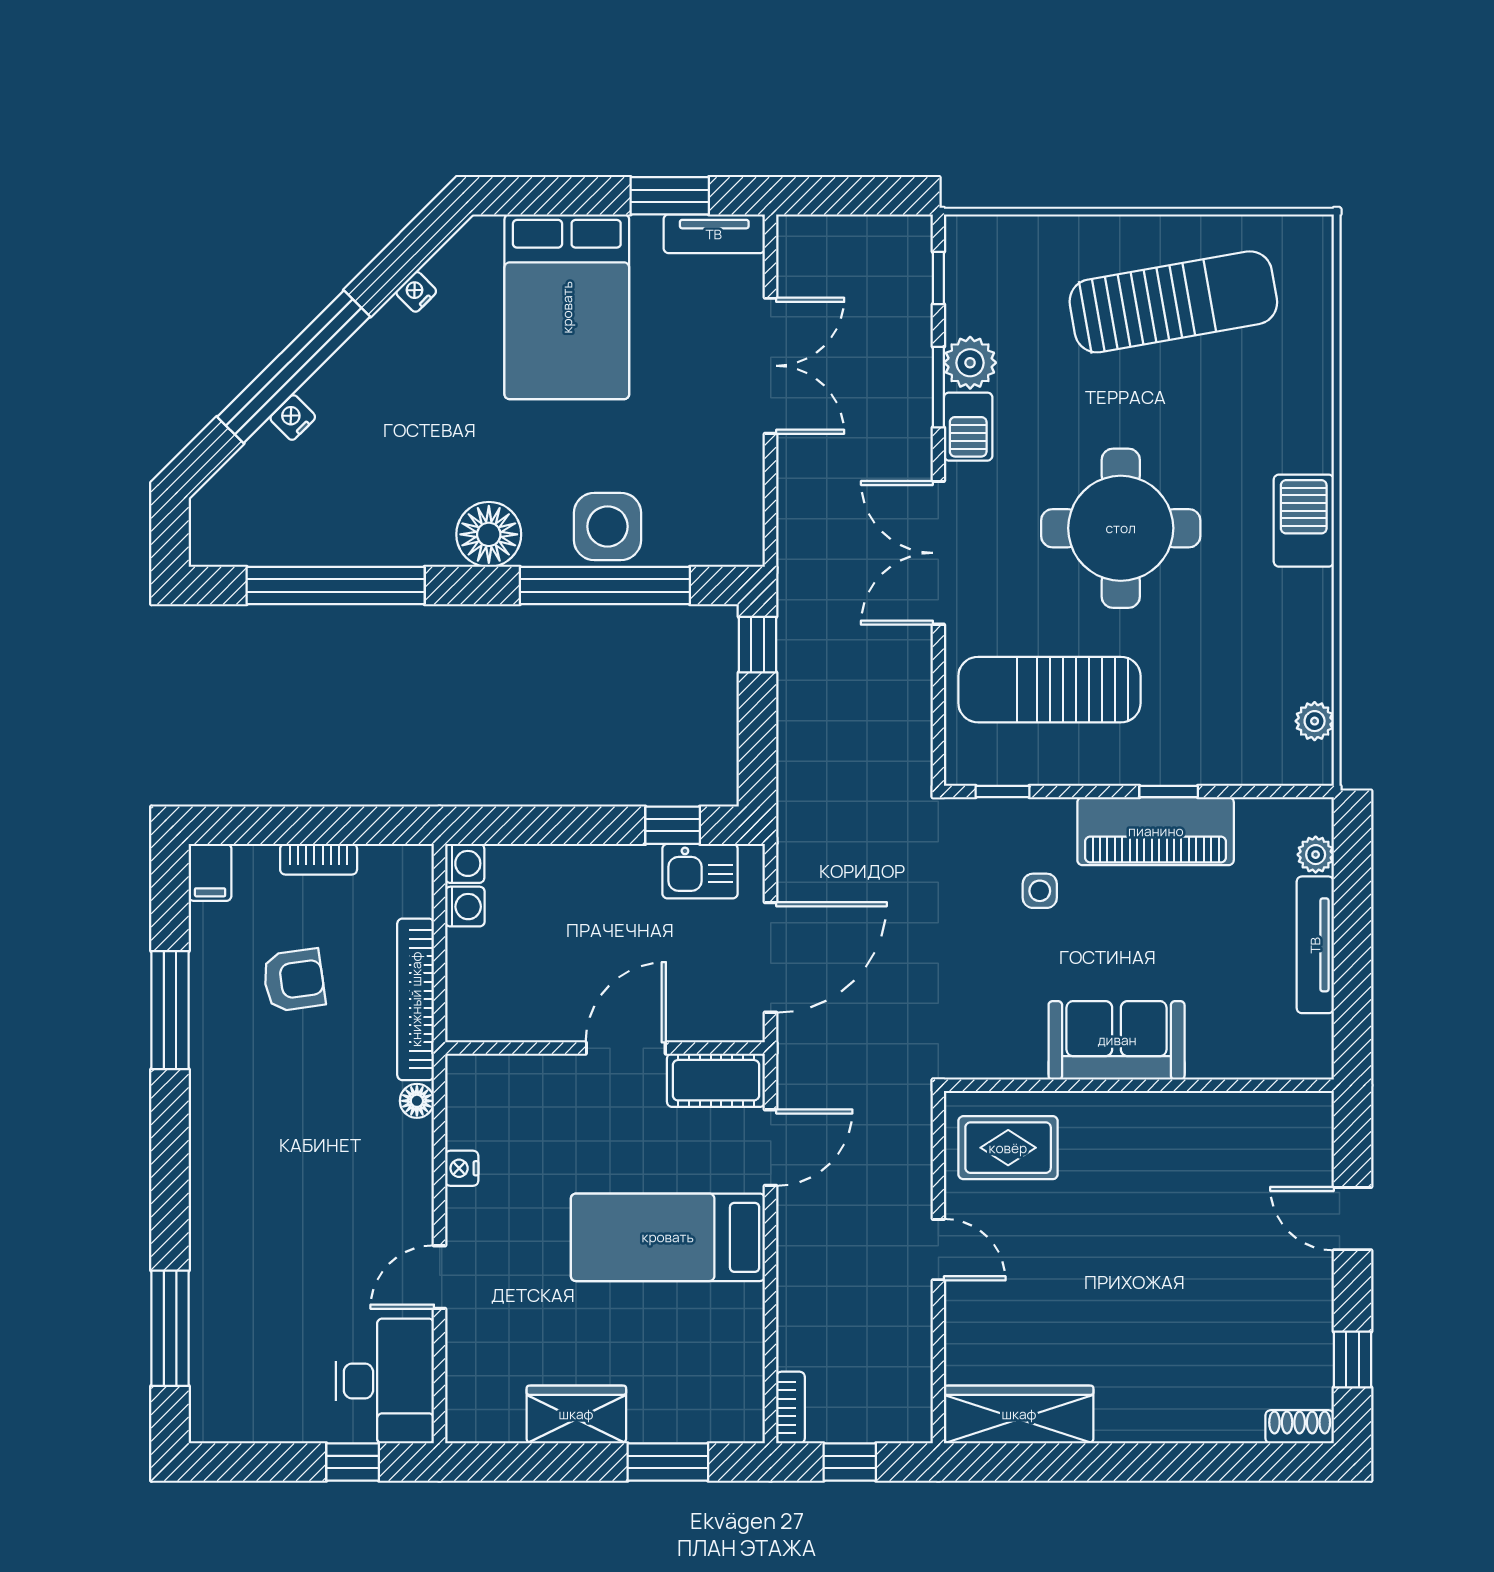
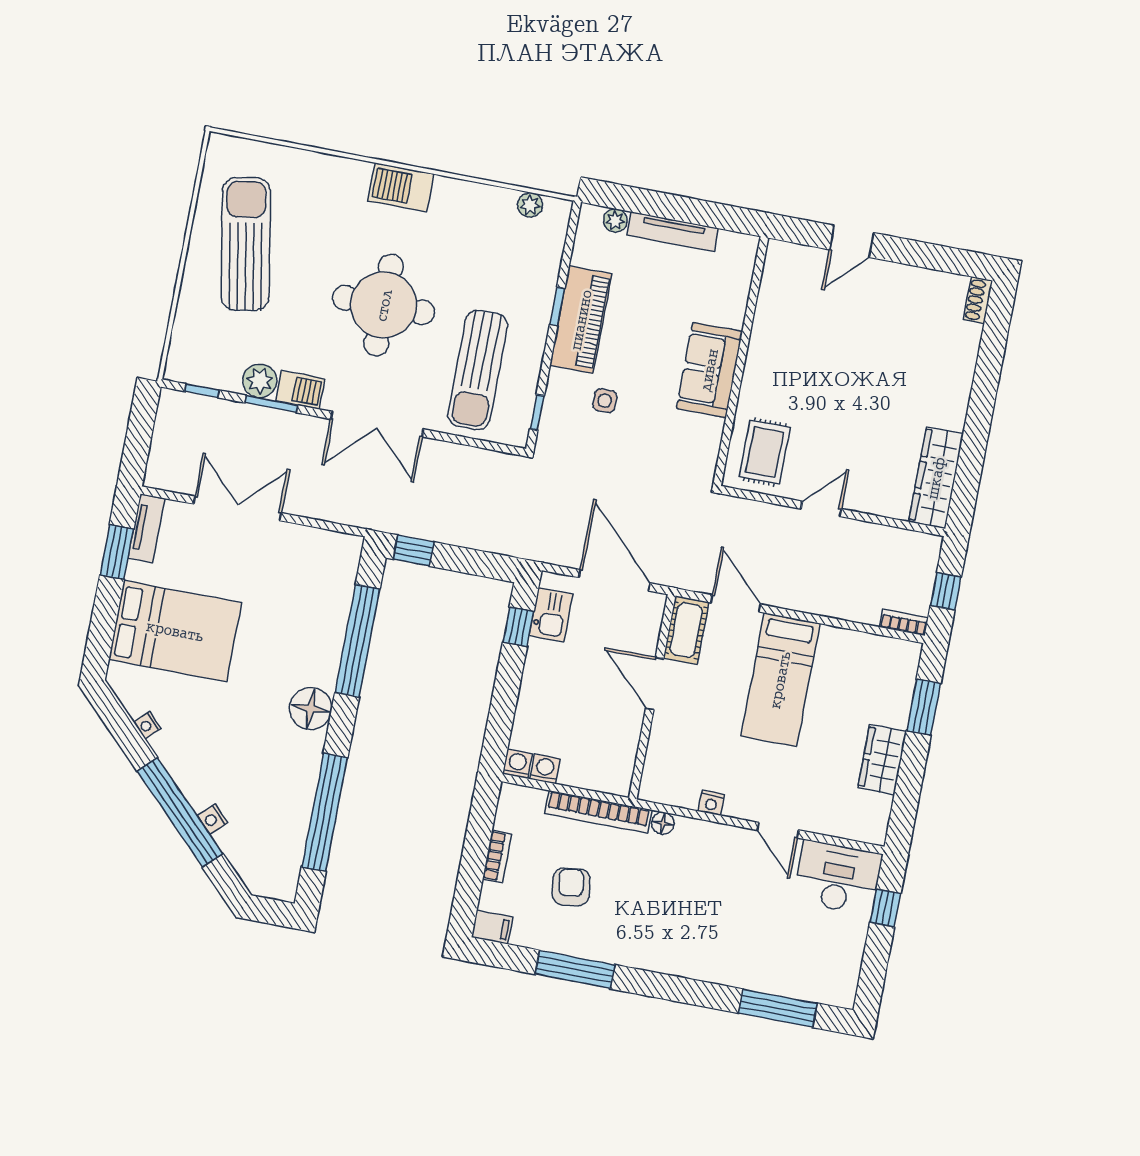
side table: (608, 526) -> (320, 632), removed
window: (1352, 1359) -> (942, 258), removed

